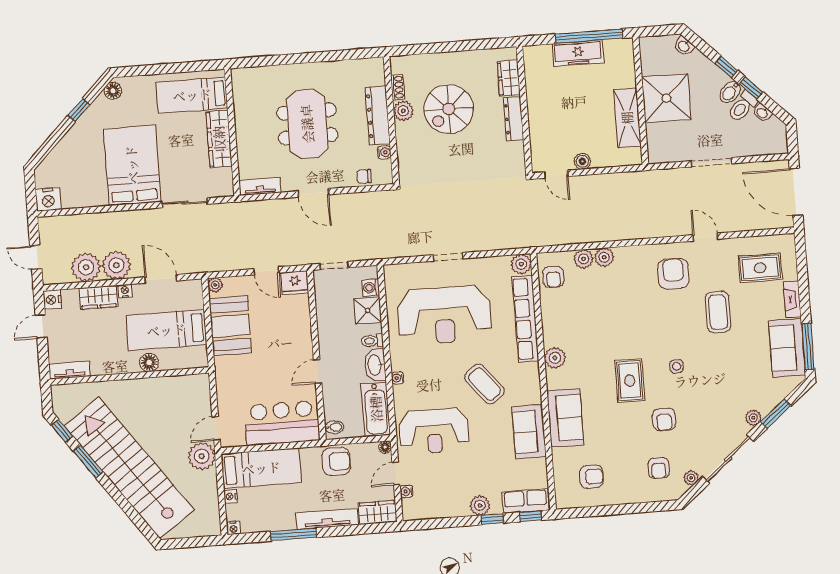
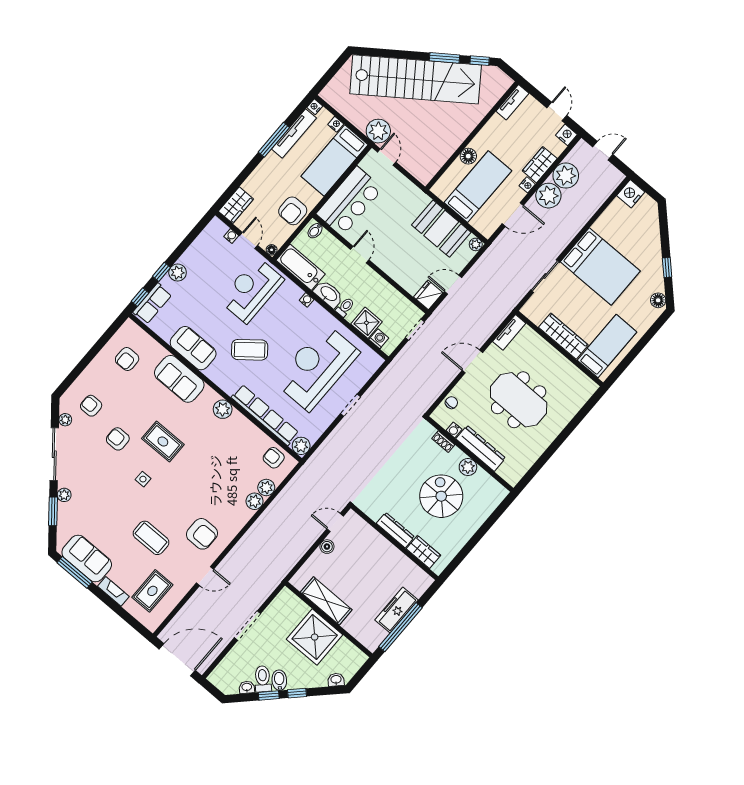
shoe rack: (398, 87) -> (443, 442), moved
tv unit: (327, 519) -> (294, 134), moved

